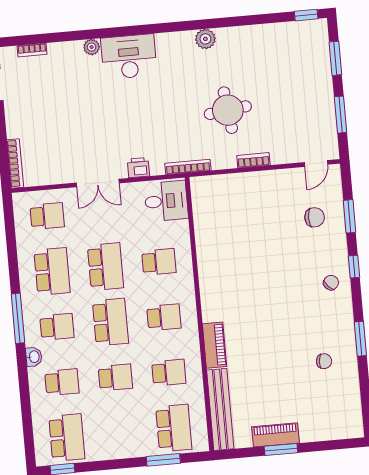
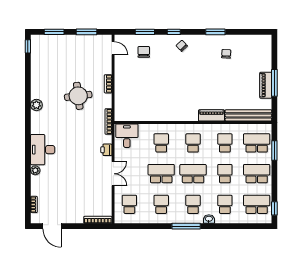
school desk: (52, 271) -> (161, 204), width x0.54
school desk: (120, 433) -> (257, 174), added
window: (281, 449) -> (274, 83), width x1.44

